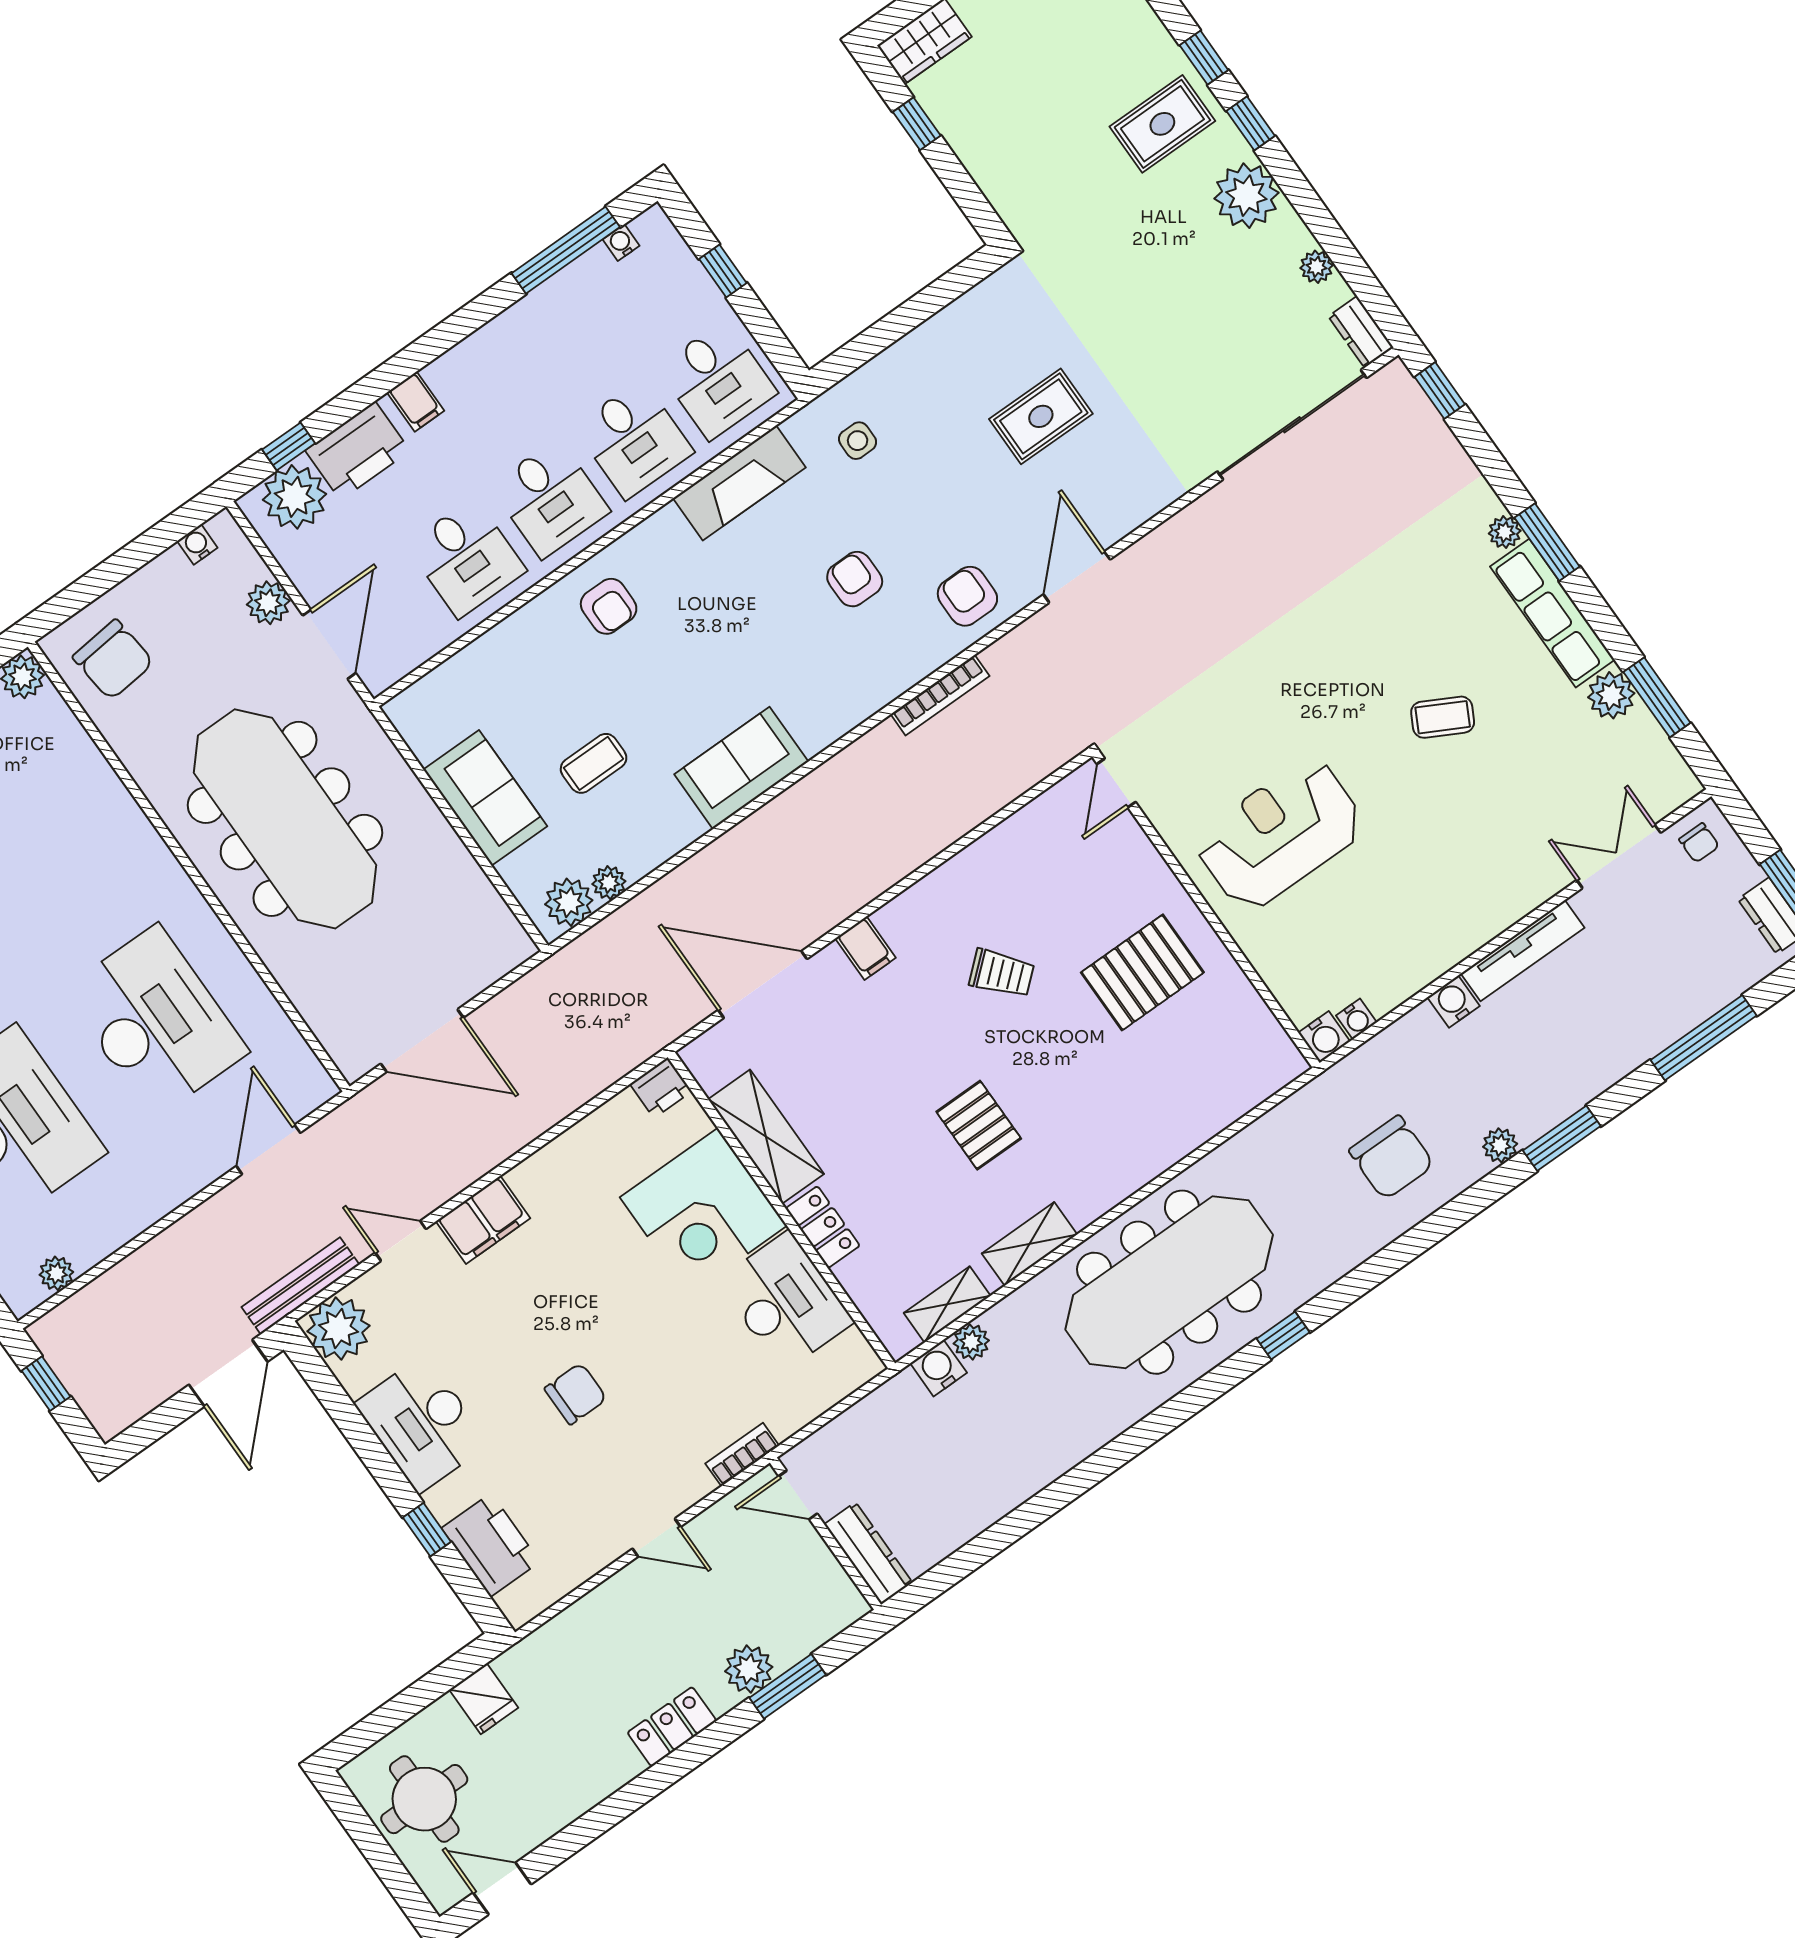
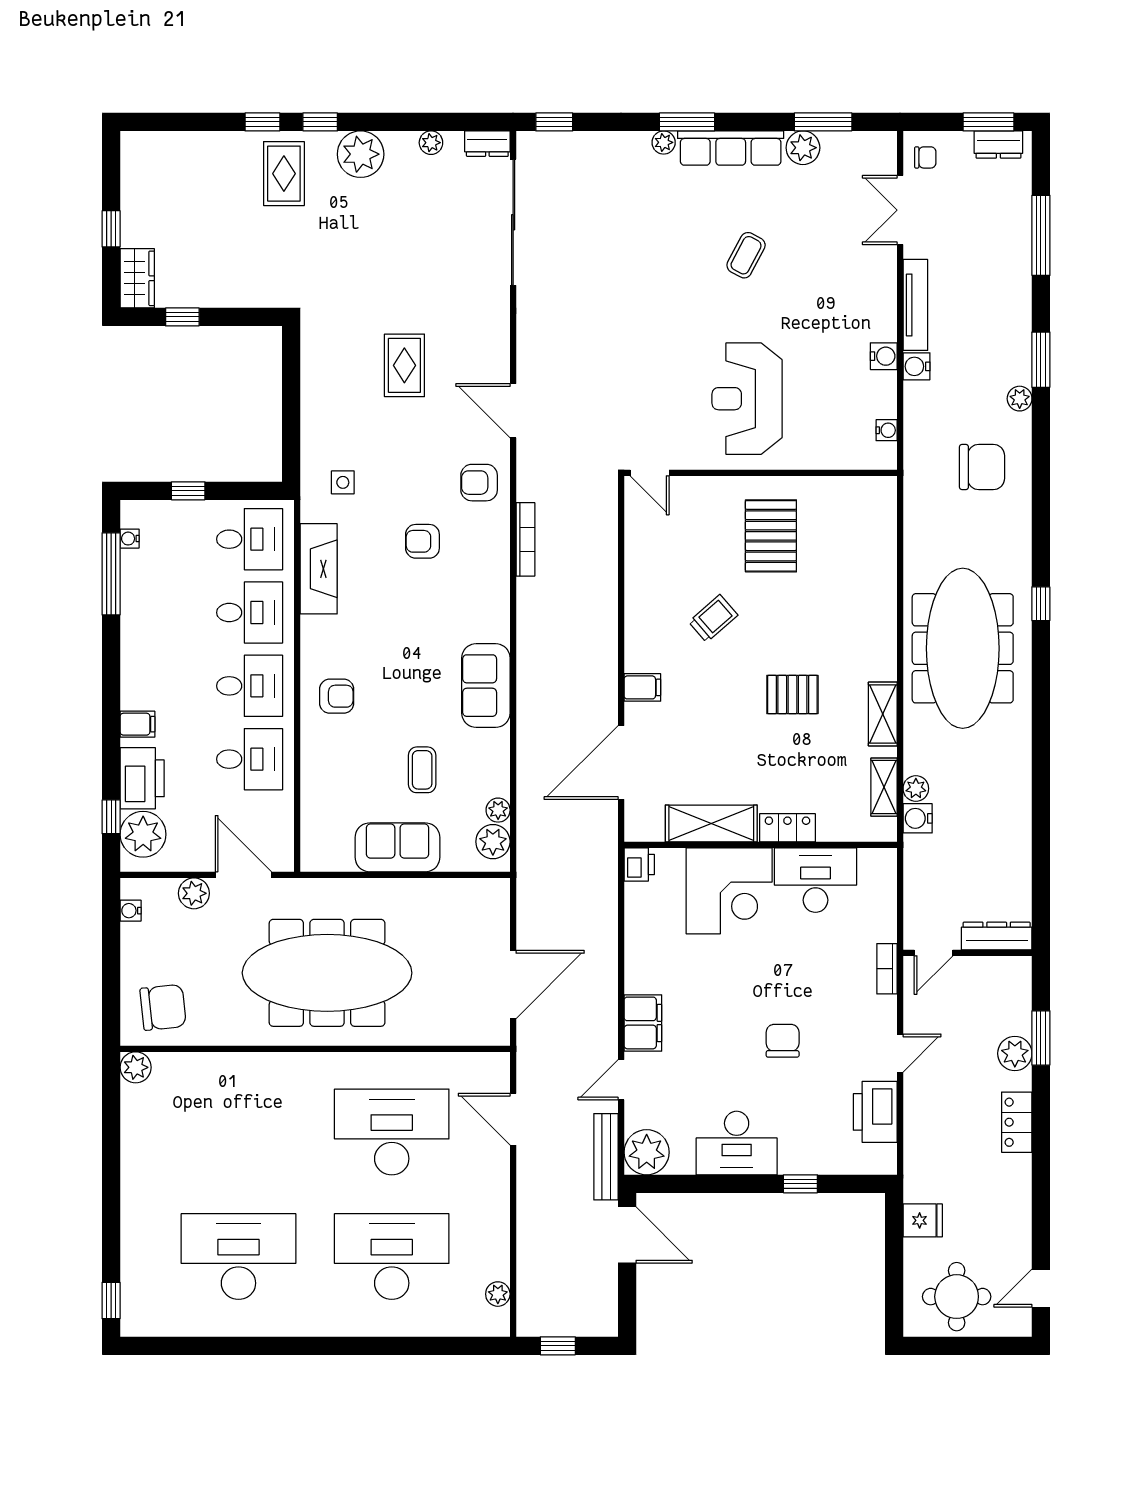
water cooler: (1324, 1037) -> (884, 356), moved
printer: (491, 1545) -> (875, 1112), moved, turned -90

